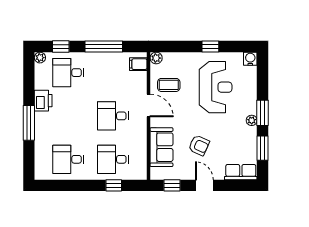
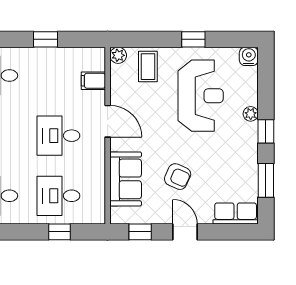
window: (104, 46) -> (45, 39), width x0.46
filing cabinet: (138, 64) -> (93, 81), moved
coffee table: (169, 85) -> (148, 67), moved, turned 90
window: (263, 113) -> (266, 131), width x0.67
plant: (252, 120) -> (251, 114), moved

